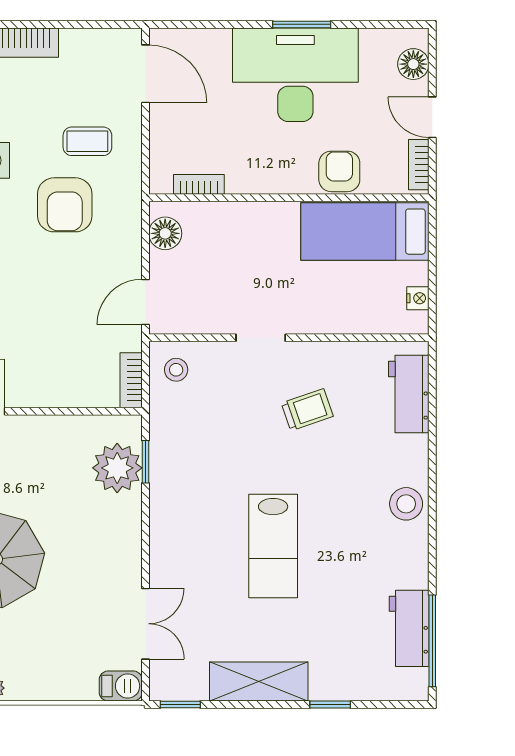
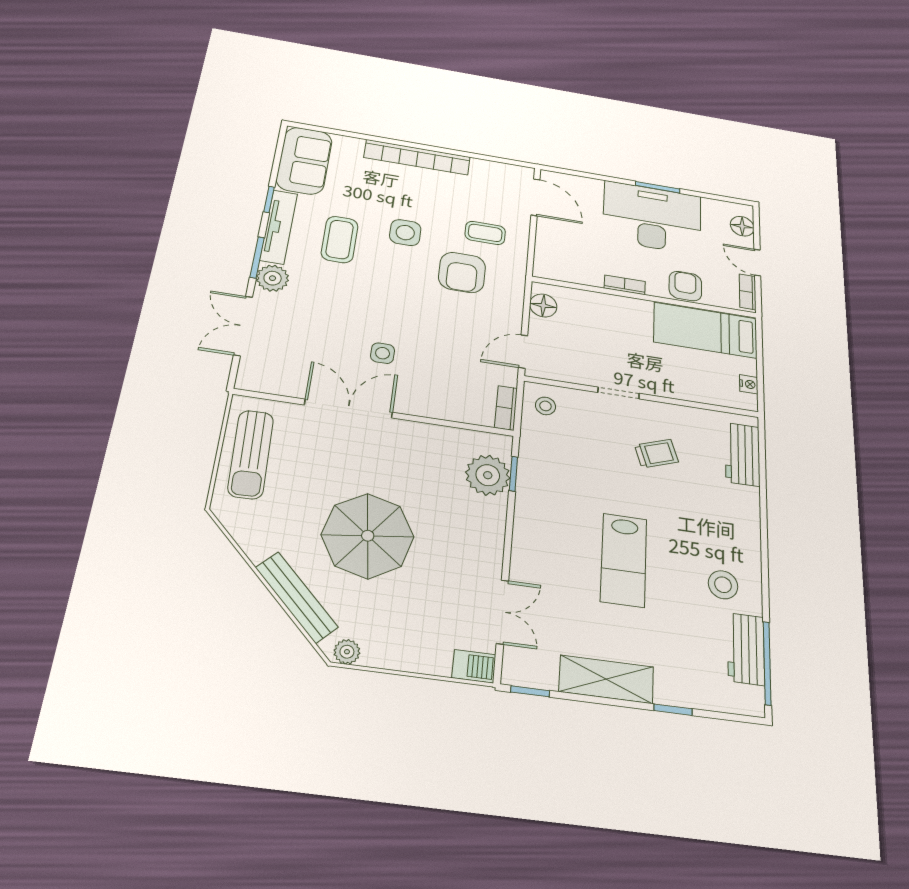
bookcase: (199, 184) -> (625, 285), moved
stool: (406, 504) -> (723, 585), moved

